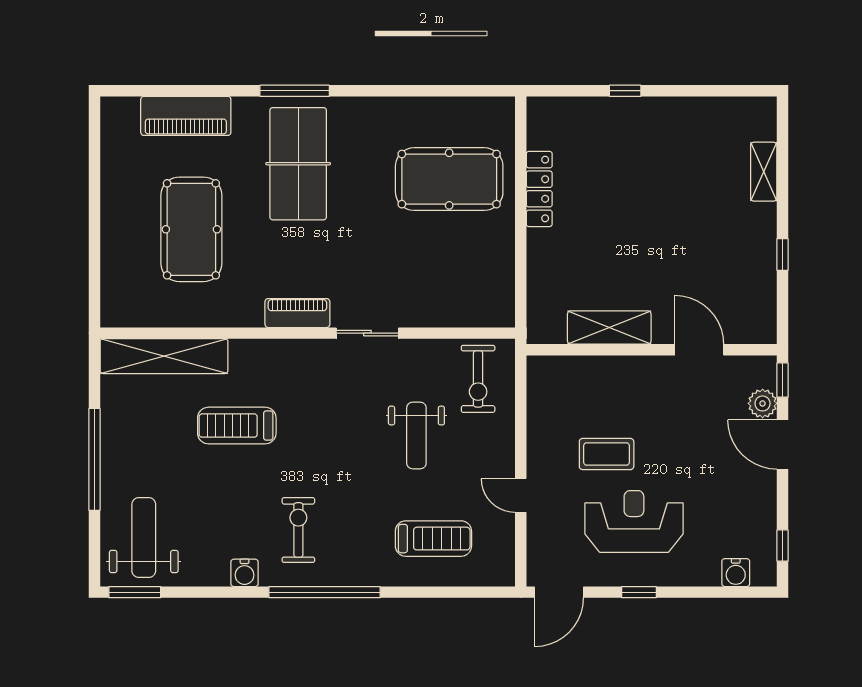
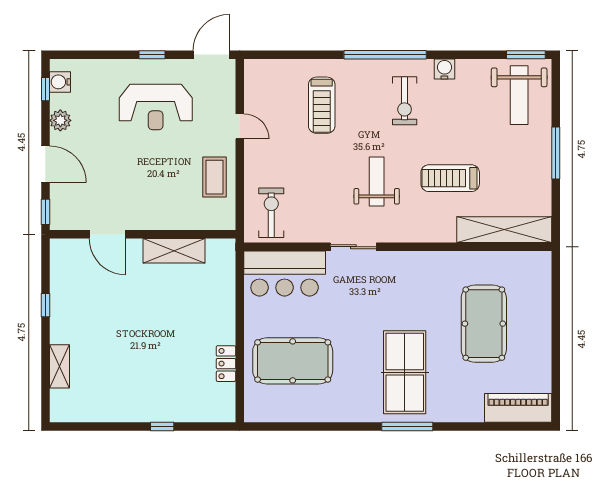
piano: (186, 116) -> (518, 408), moved
locker: (539, 189) -> (226, 364), width x0.66
bar counter: (460, 297) -> (285, 273), added
piano: (297, 313) -> (405, 262), removed
plant: (763, 403) -> (60, 120), moved
treadmill: (237, 426) -> (450, 178), turned 180
weight bench: (416, 435) -> (377, 182), moved
coffee table: (607, 454) -> (214, 177), moved, turned 90
window: (94, 459) -> (556, 153), width x0.68
treadmill: (433, 539) -> (322, 105), moved, turned -90
water cooler: (736, 573) -> (60, 82), moved, turned -90

